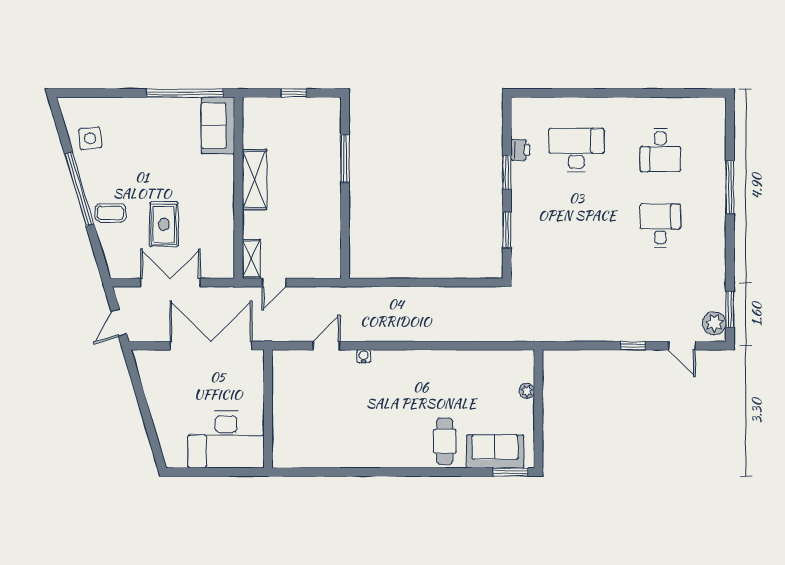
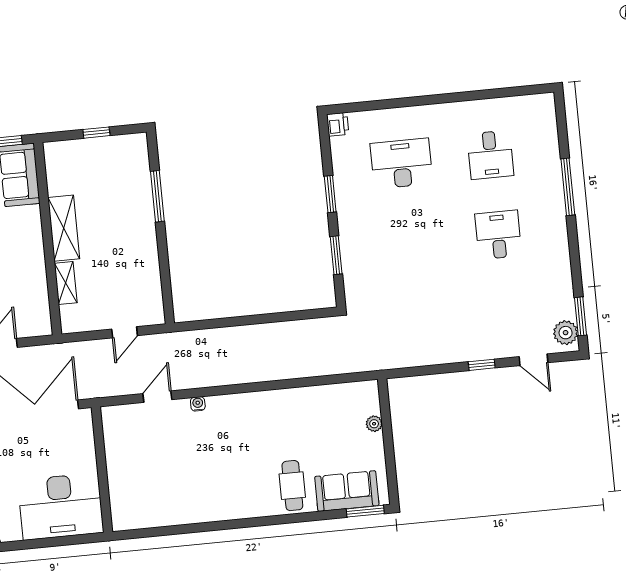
printer: (520, 150) -> (338, 124), moved
shelving: (251, 259) -> (66, 283), moved
door: (274, 283) -> (125, 332), moved

